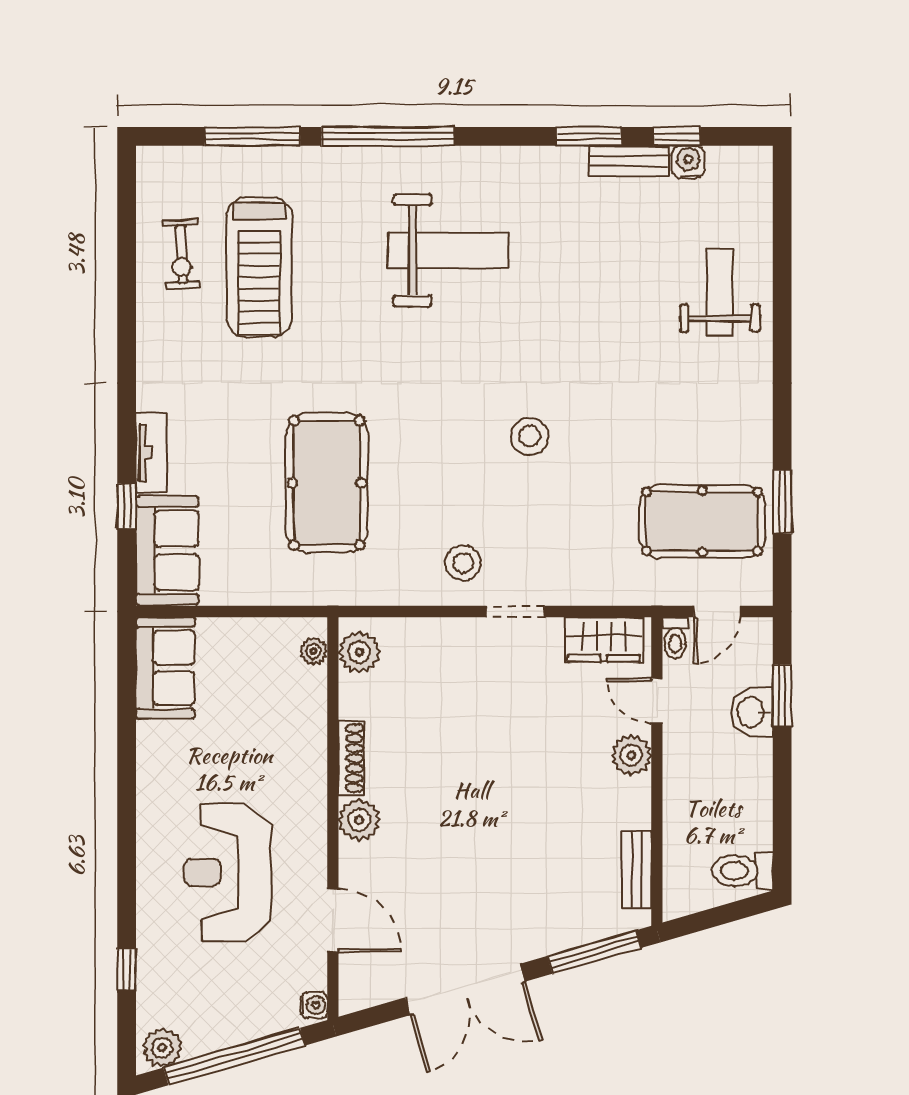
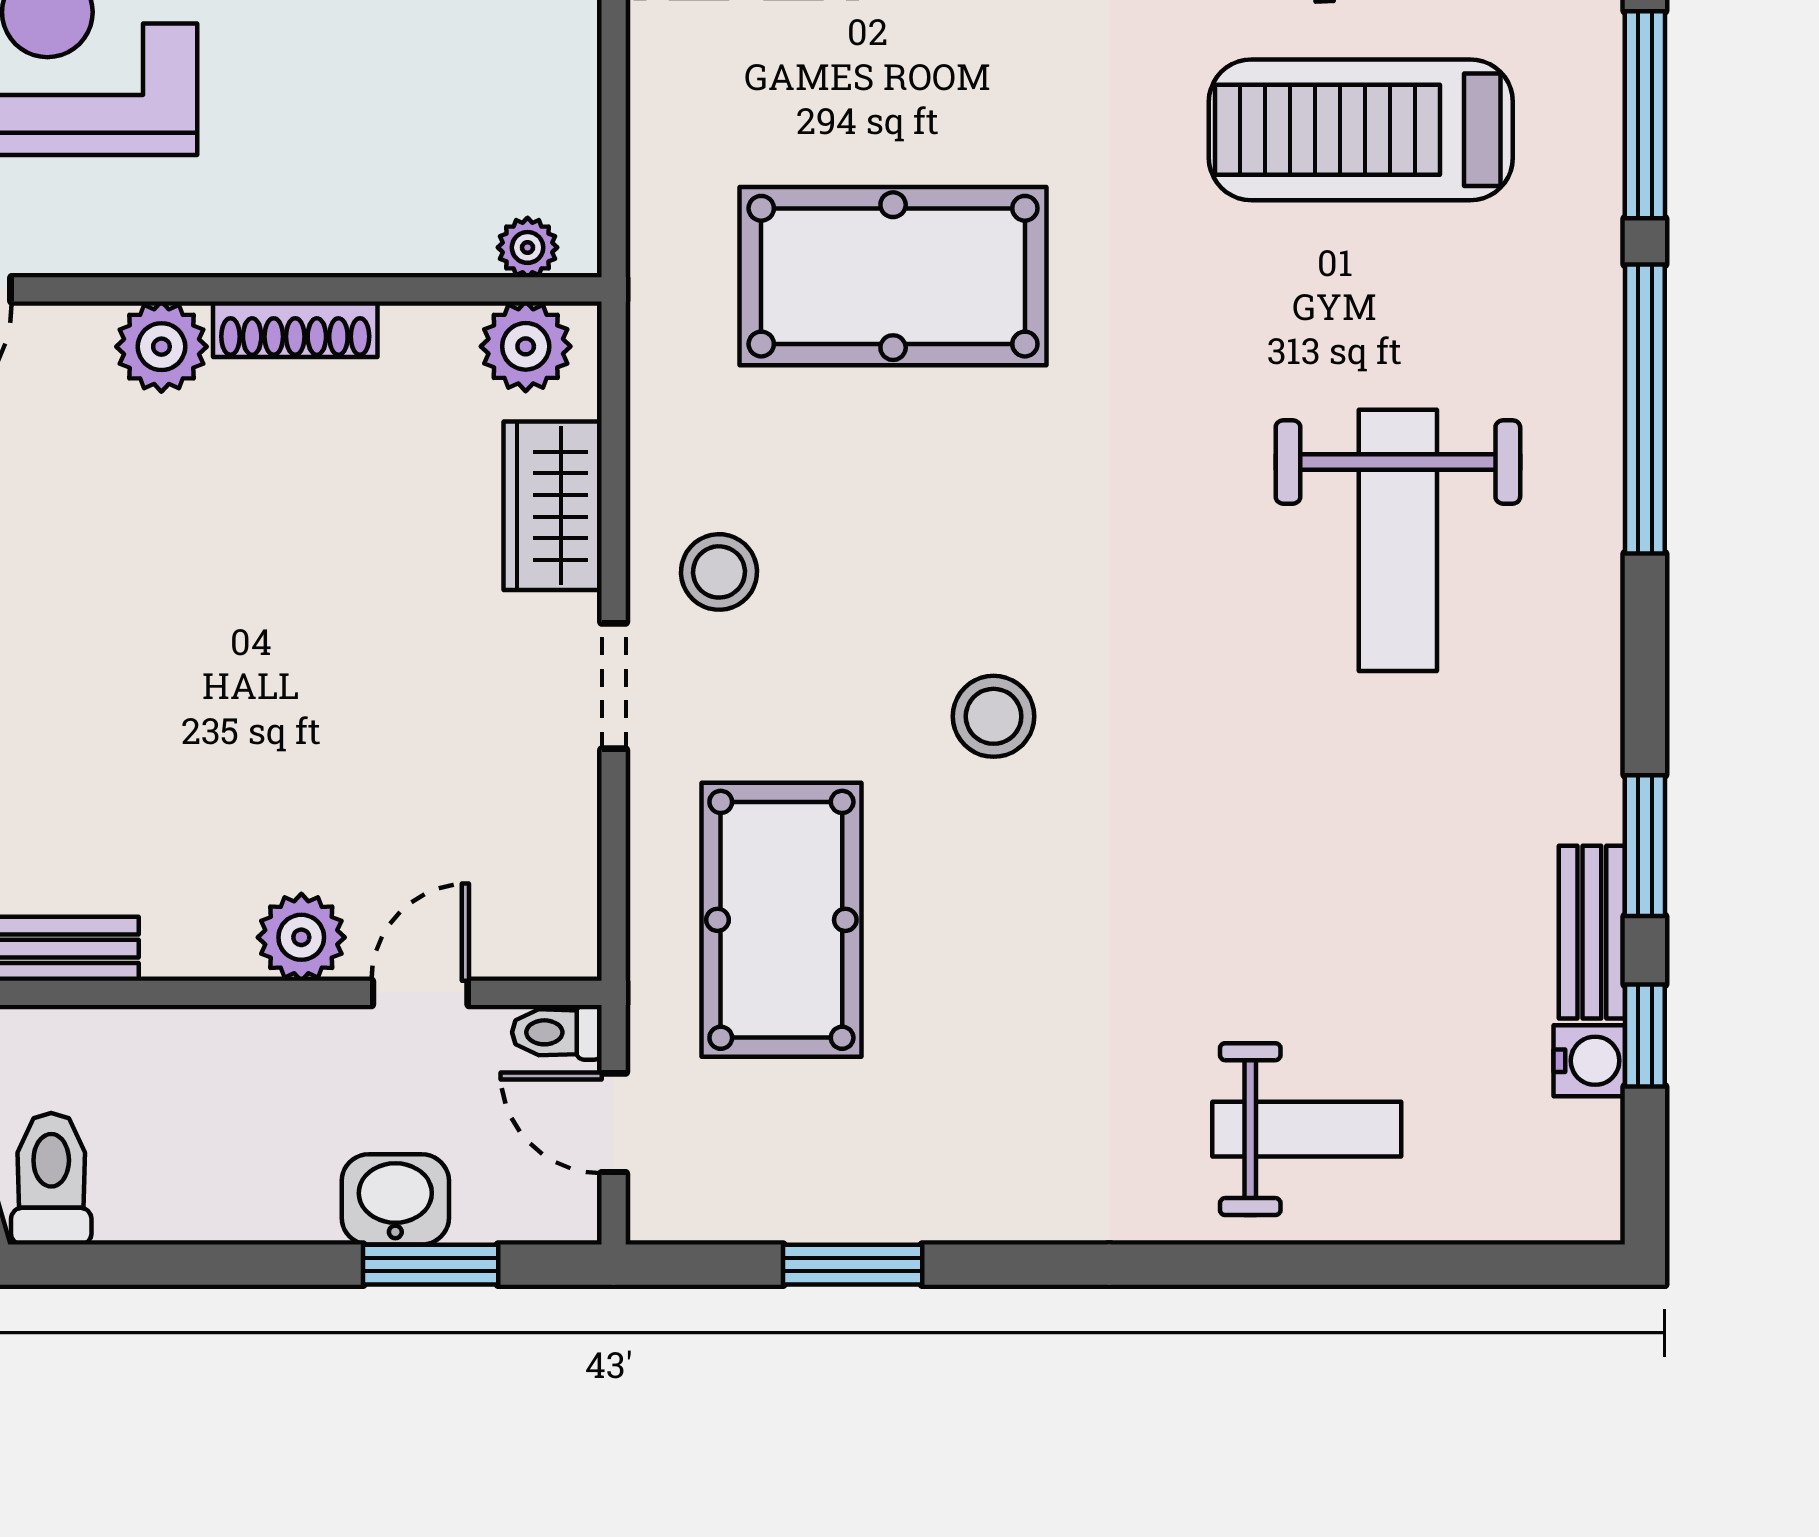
pool table: (702, 521) -> (781, 920), moved
wardrobe: (604, 640) -> (553, 506), moved

